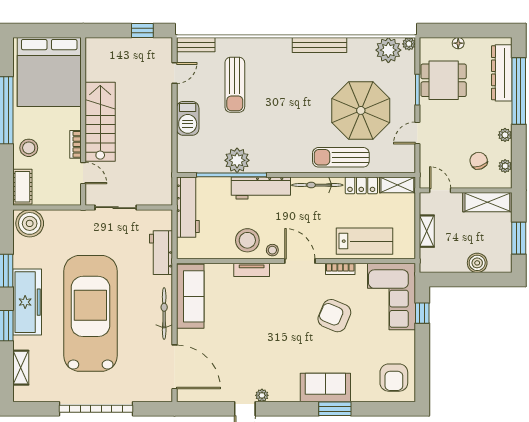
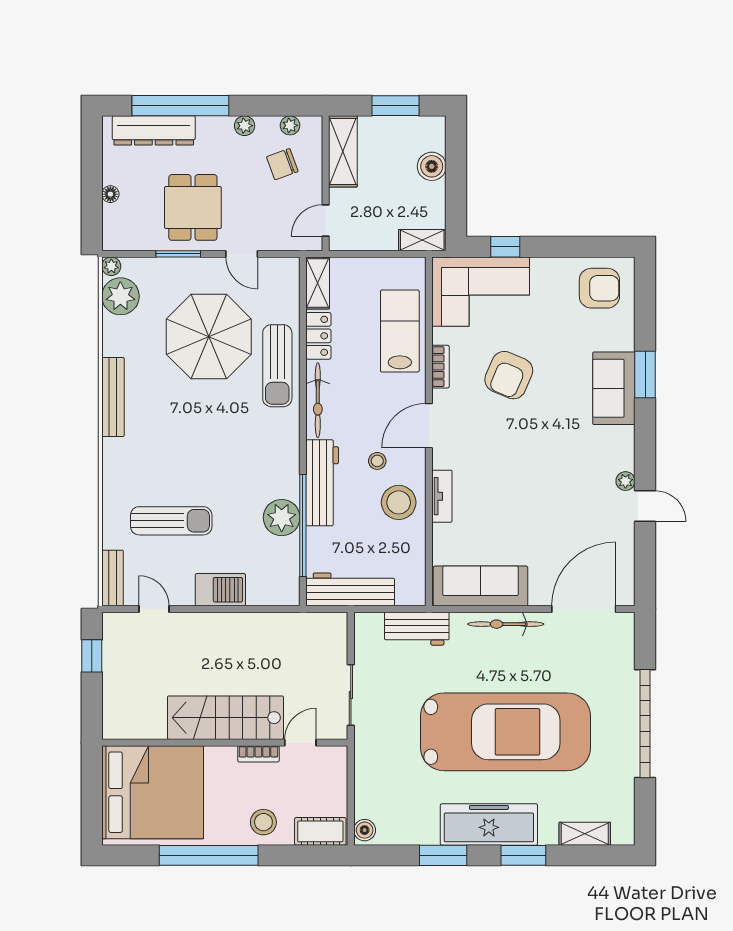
dining table: (444, 80) -> (193, 207), moved
boiler: (30, 223) -> (365, 830), width x0.54, depth x0.54
shelving: (427, 231) -> (422, 240), moved
stool: (272, 250) -> (377, 461), moved
car: (90, 313) -> (506, 732), turned 180

